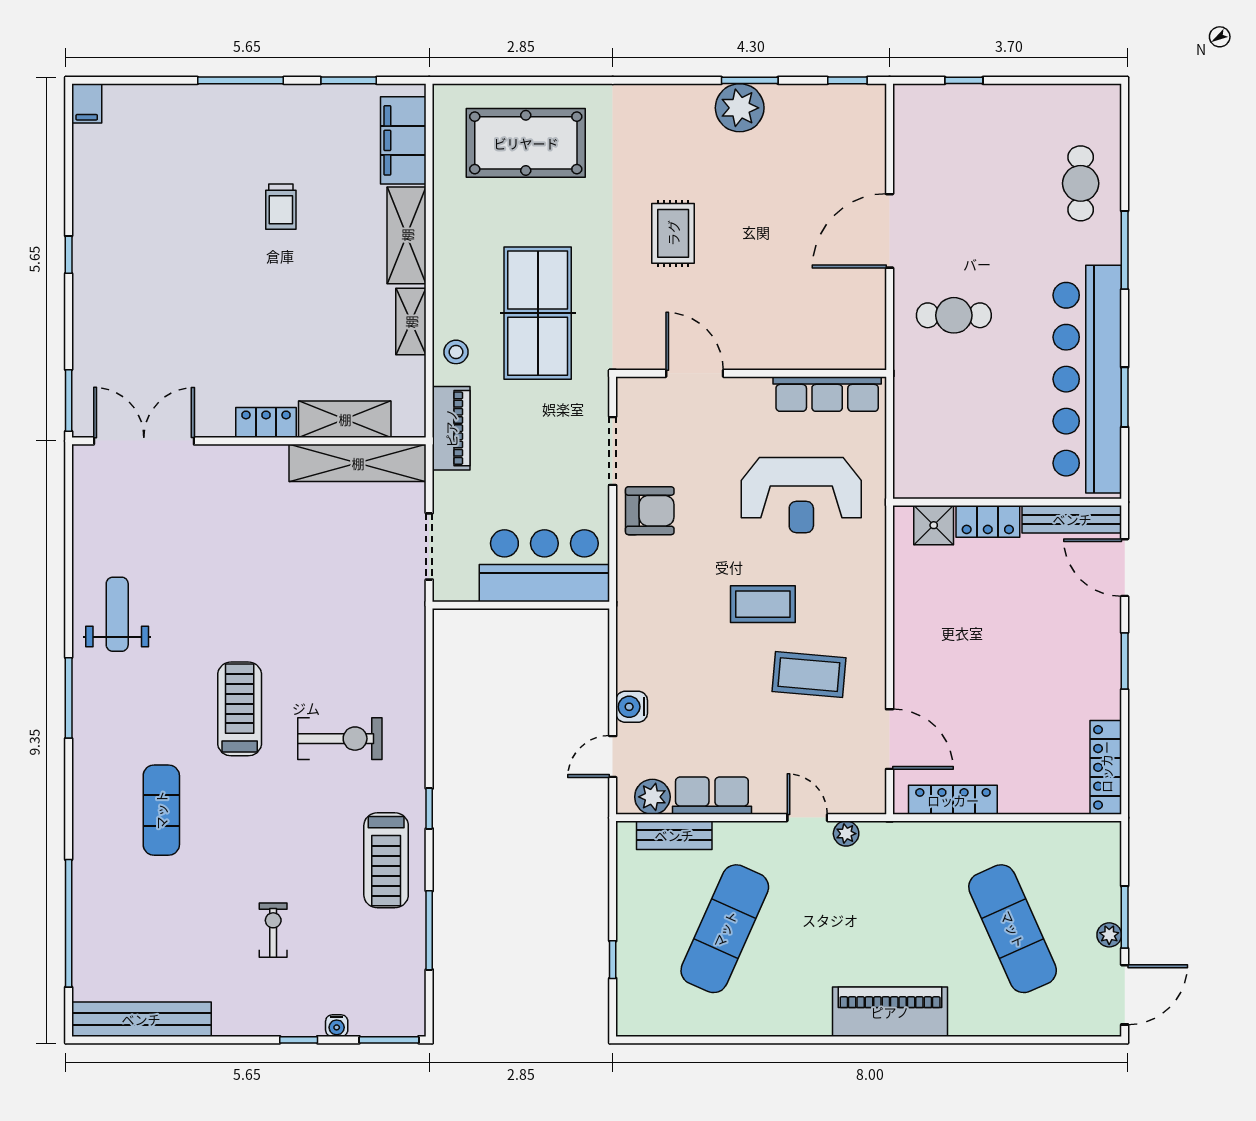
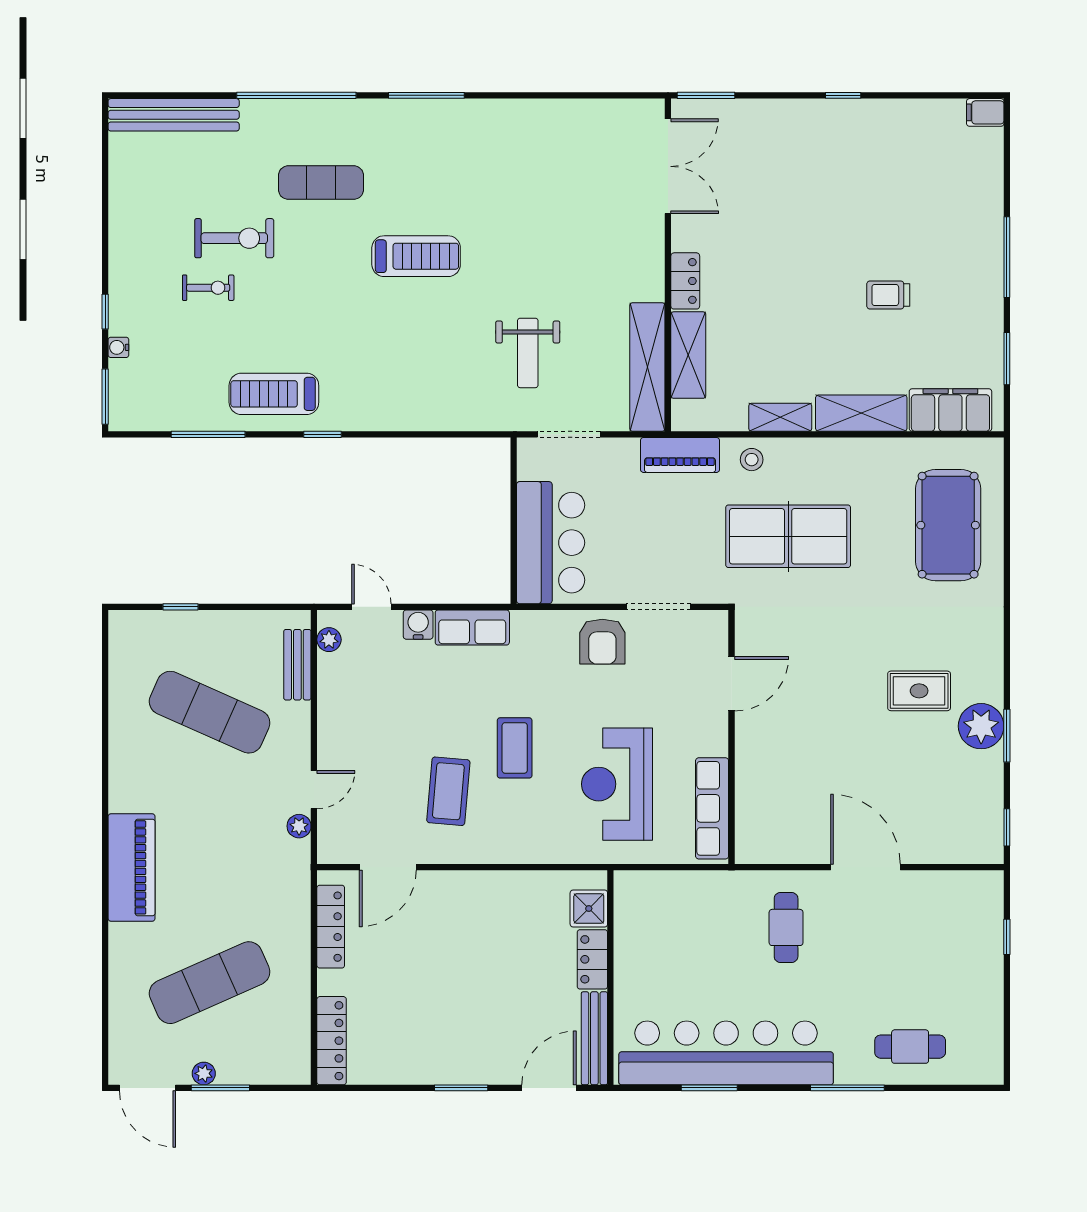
rug: (673, 233) -> (919, 691), moved
weight bench: (117, 614) -> (528, 353), moved, turned 90
exercise bike: (340, 739) -> (234, 238), moved, turned -90
locker: (1106, 767) -> (332, 1041), moved, turned 90
row of seats: (712, 796) -> (472, 628), moved, turned 90
plant: (652, 797) -> (329, 640), width x0.73, depth x0.73
window: (69, 923) -> (296, 95), moved
bench: (141, 1019) -> (174, 115), moved, turned 90

